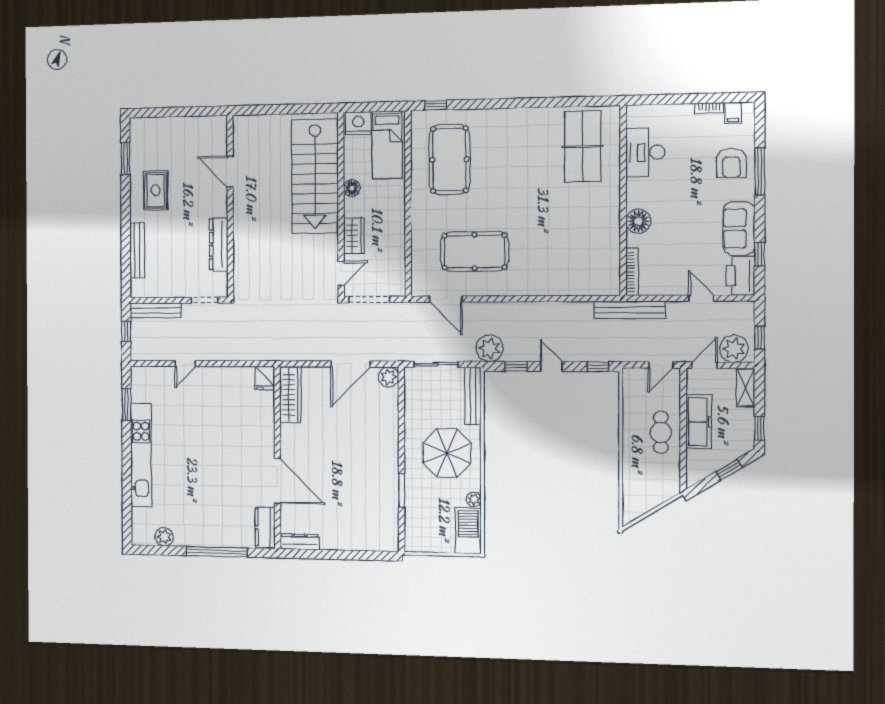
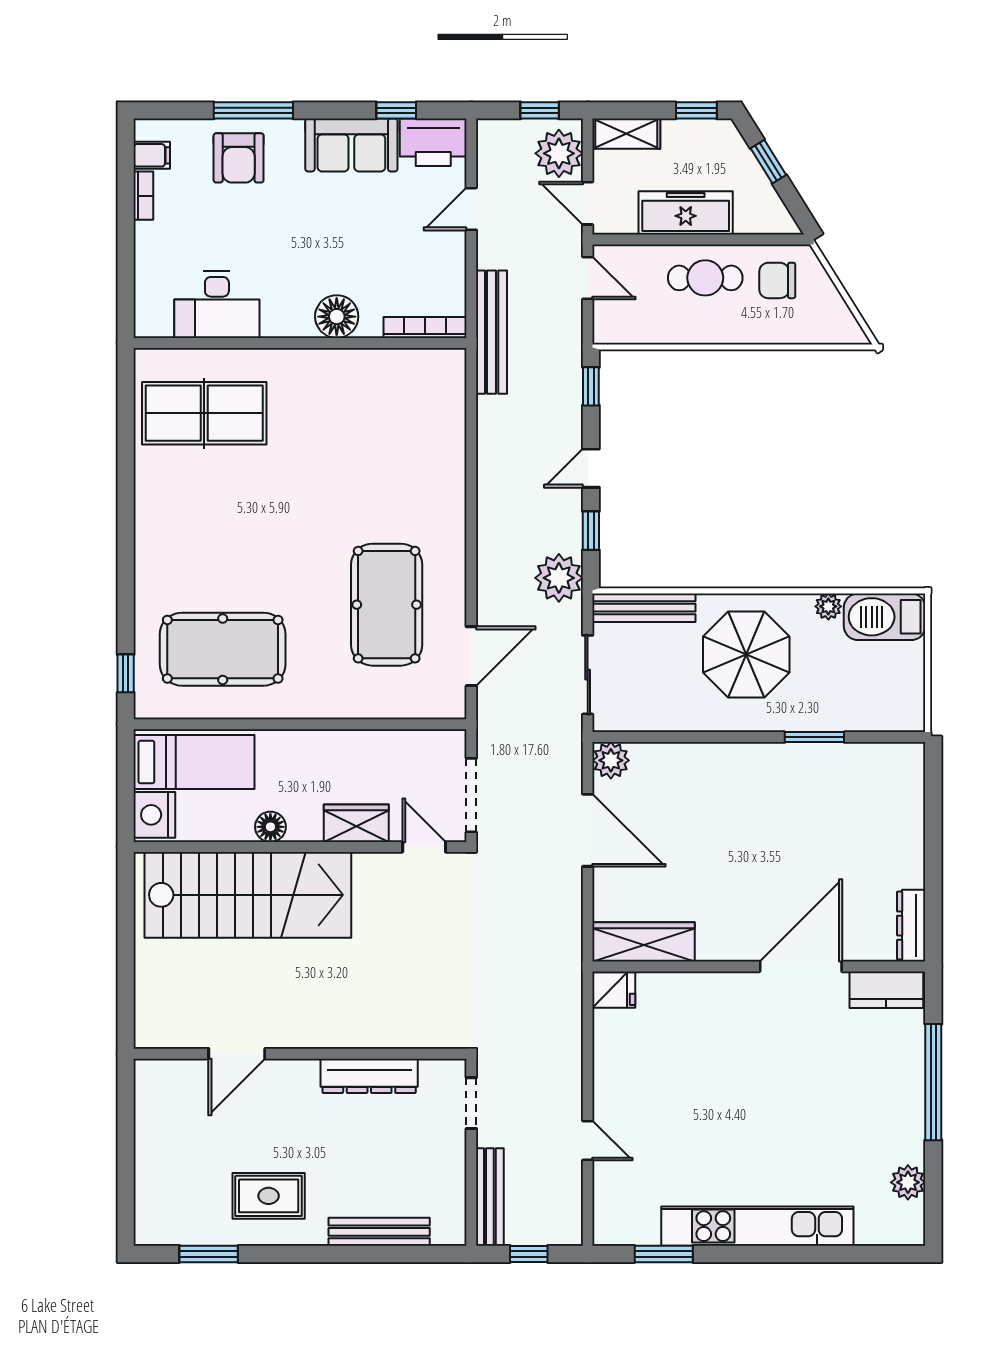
armchair: (731, 163) -> (239, 158), turned 90
chair: (659, 474) -> (777, 280), added

